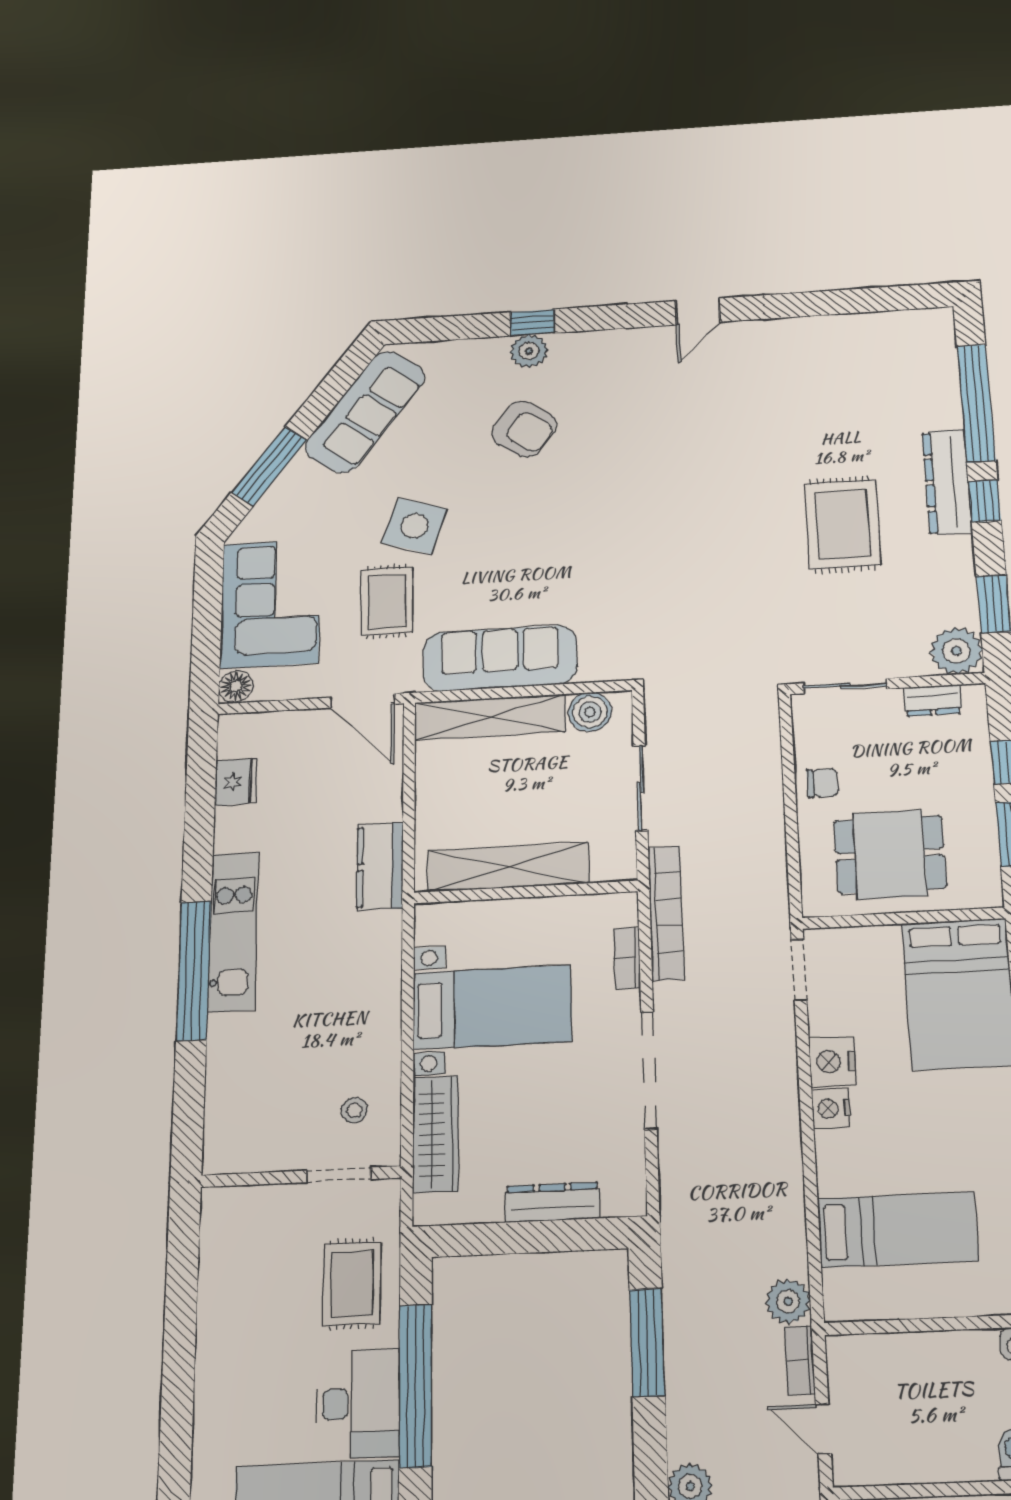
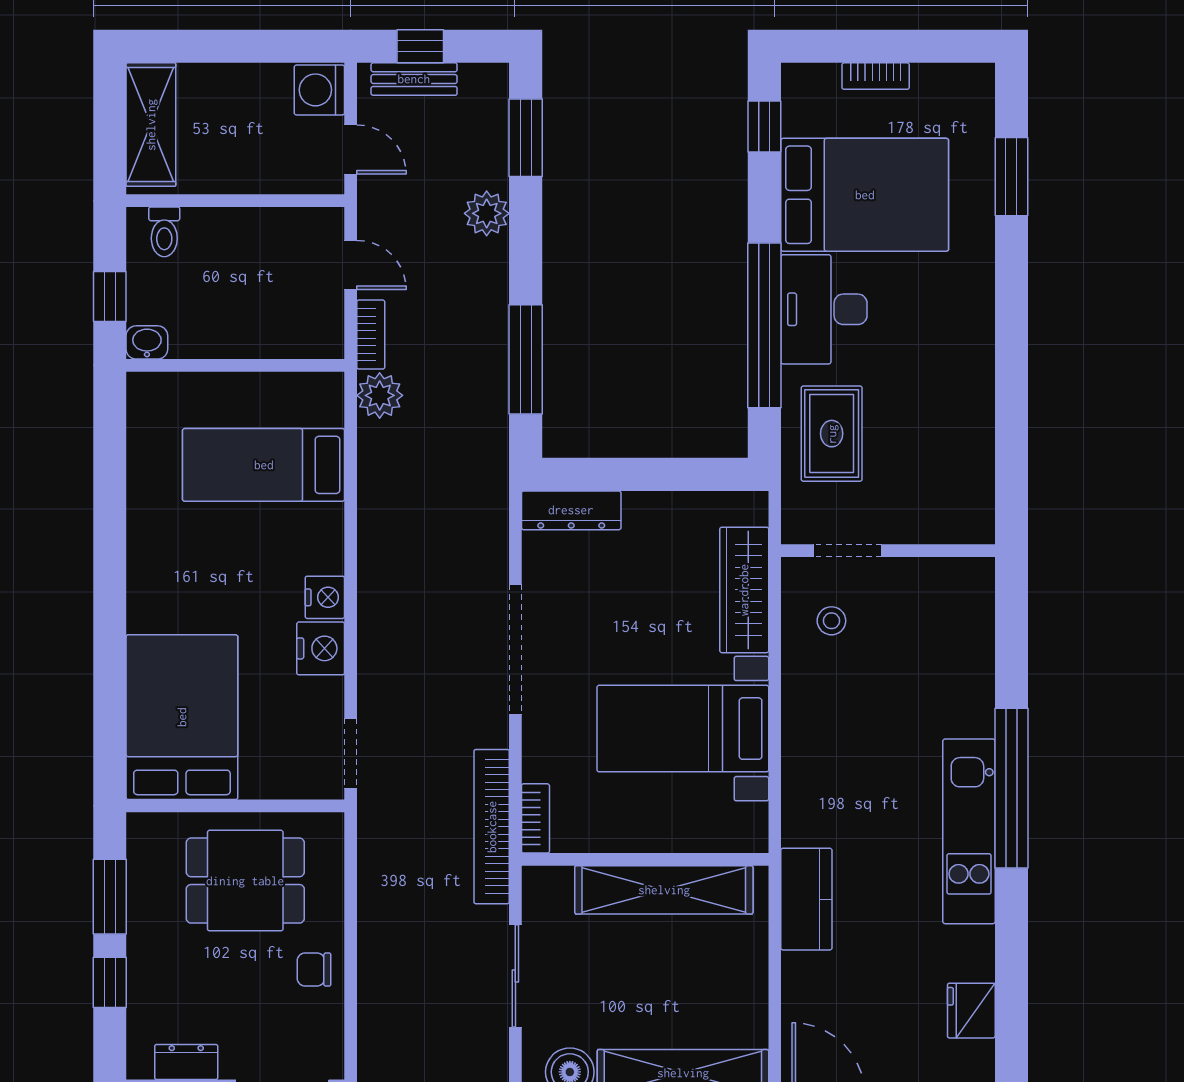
bookcase: (627, 958) -> (535, 818), moved
dresser: (552, 1202) -> (571, 510), moved

